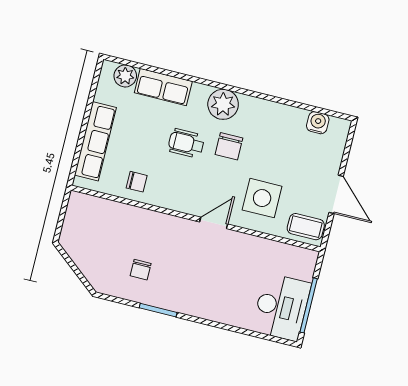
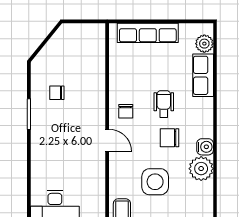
plant: (223, 104) -> (201, 169), moved
water cooler: (318, 123) -> (205, 147), moved
chair: (137, 182) -> (126, 111), moved
side table: (262, 198) -> (155, 182), moved

